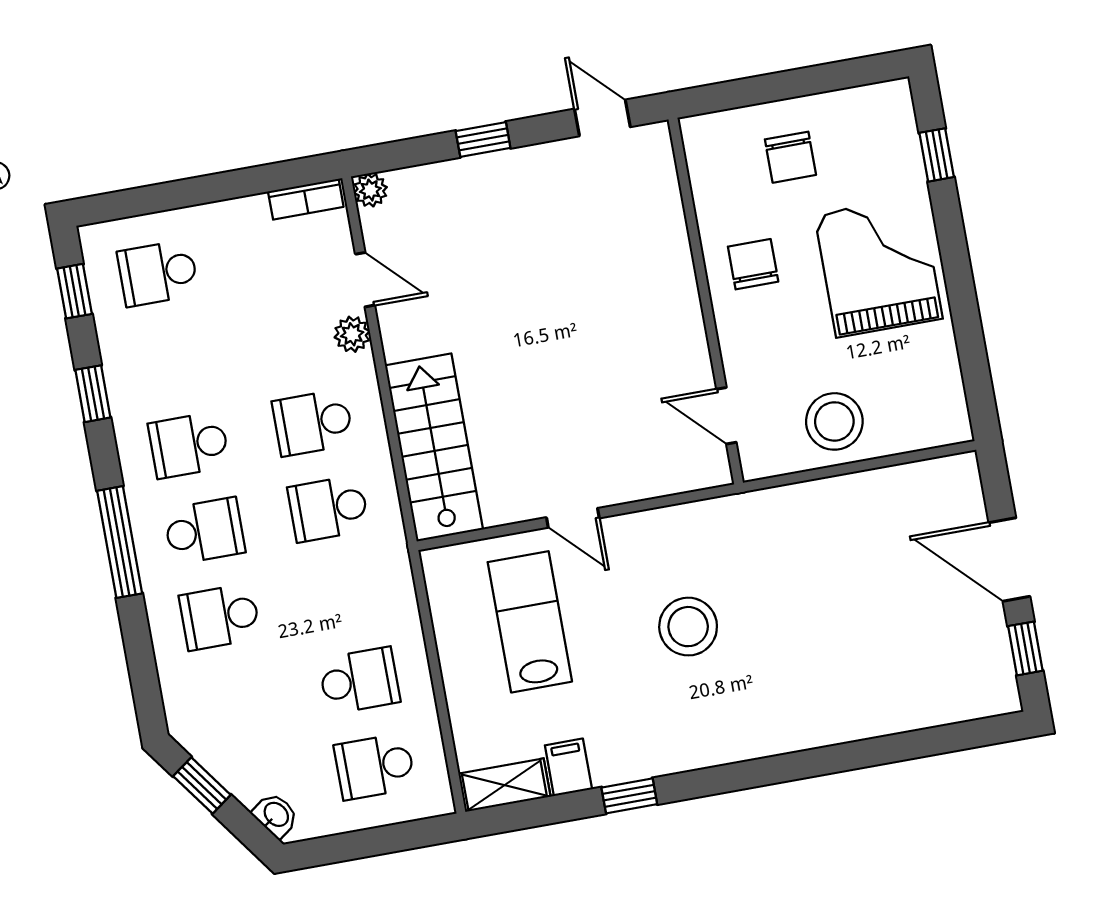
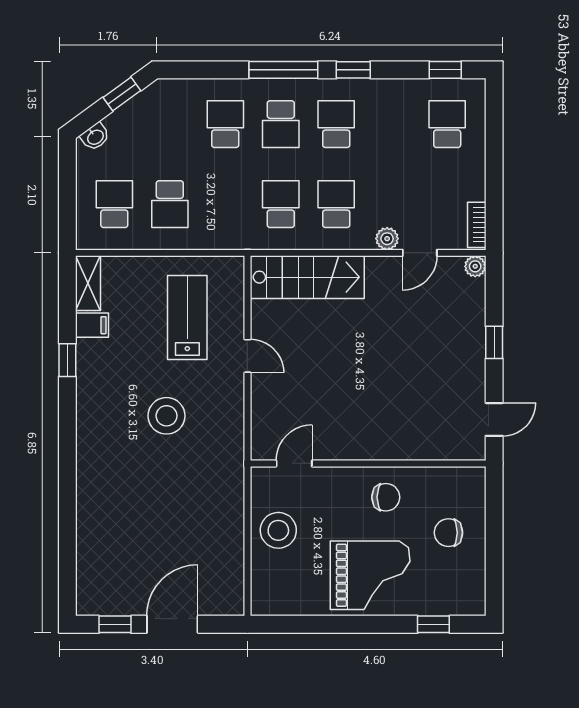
window: (93, 394) -> (353, 70), moved
door: (573, 518) -> (247, 356), swing flipped
lab bench: (530, 622) -> (187, 317), turned -90

